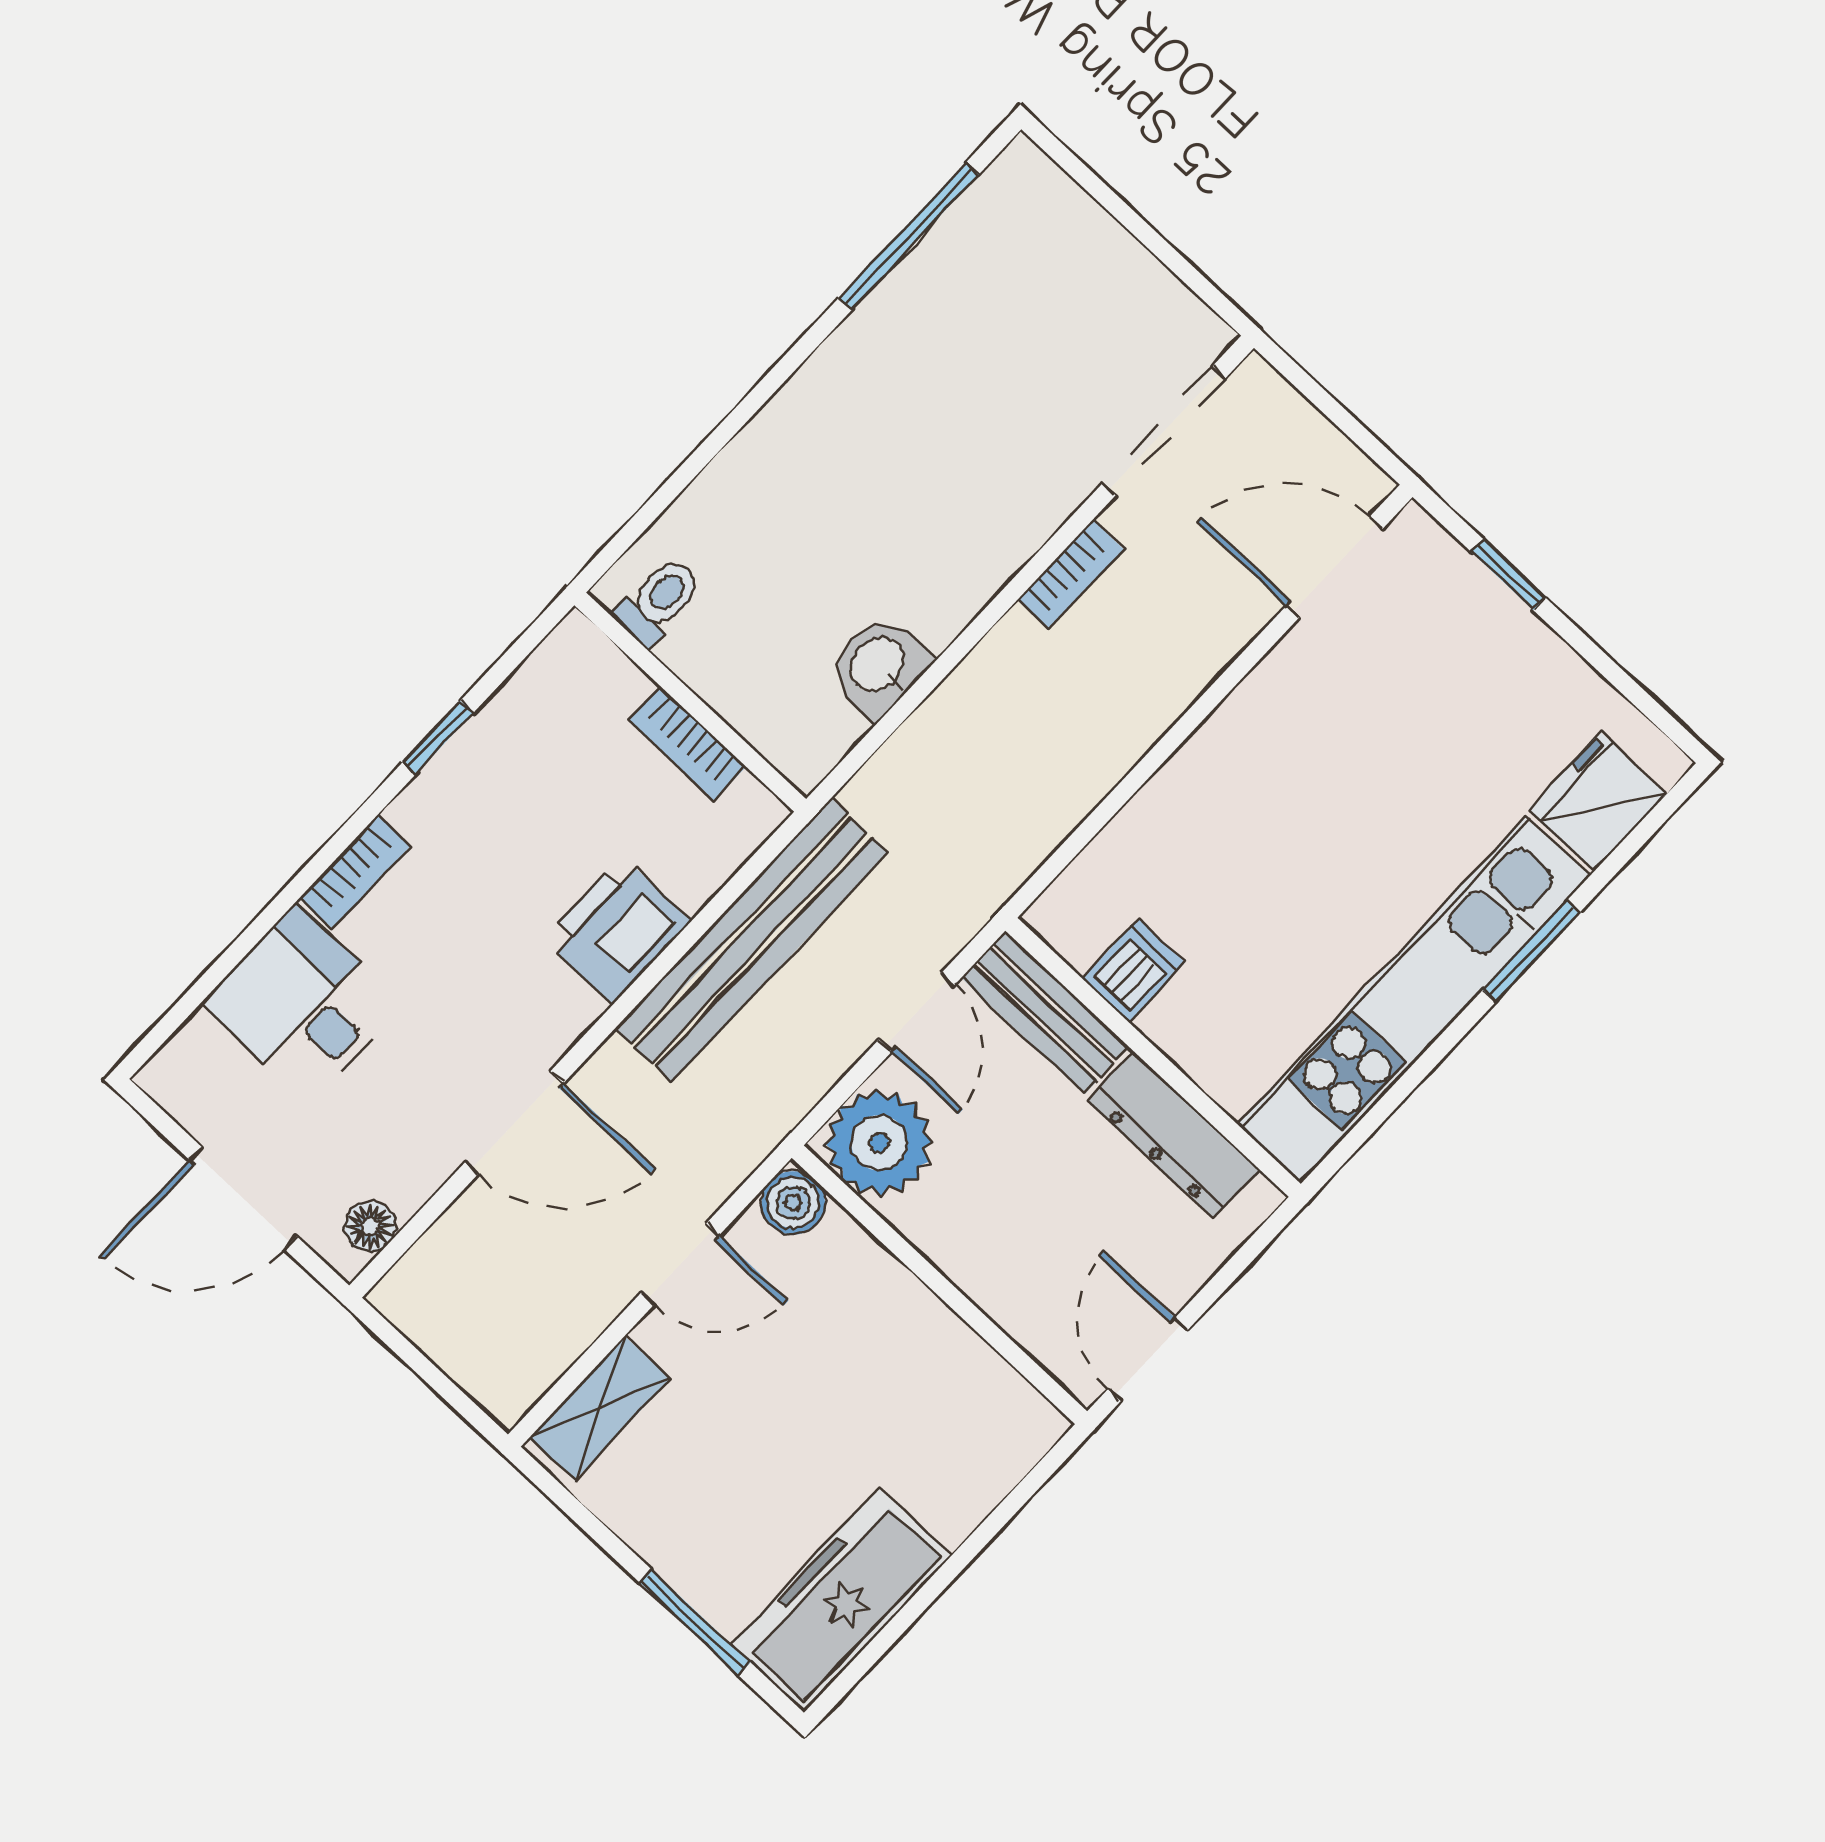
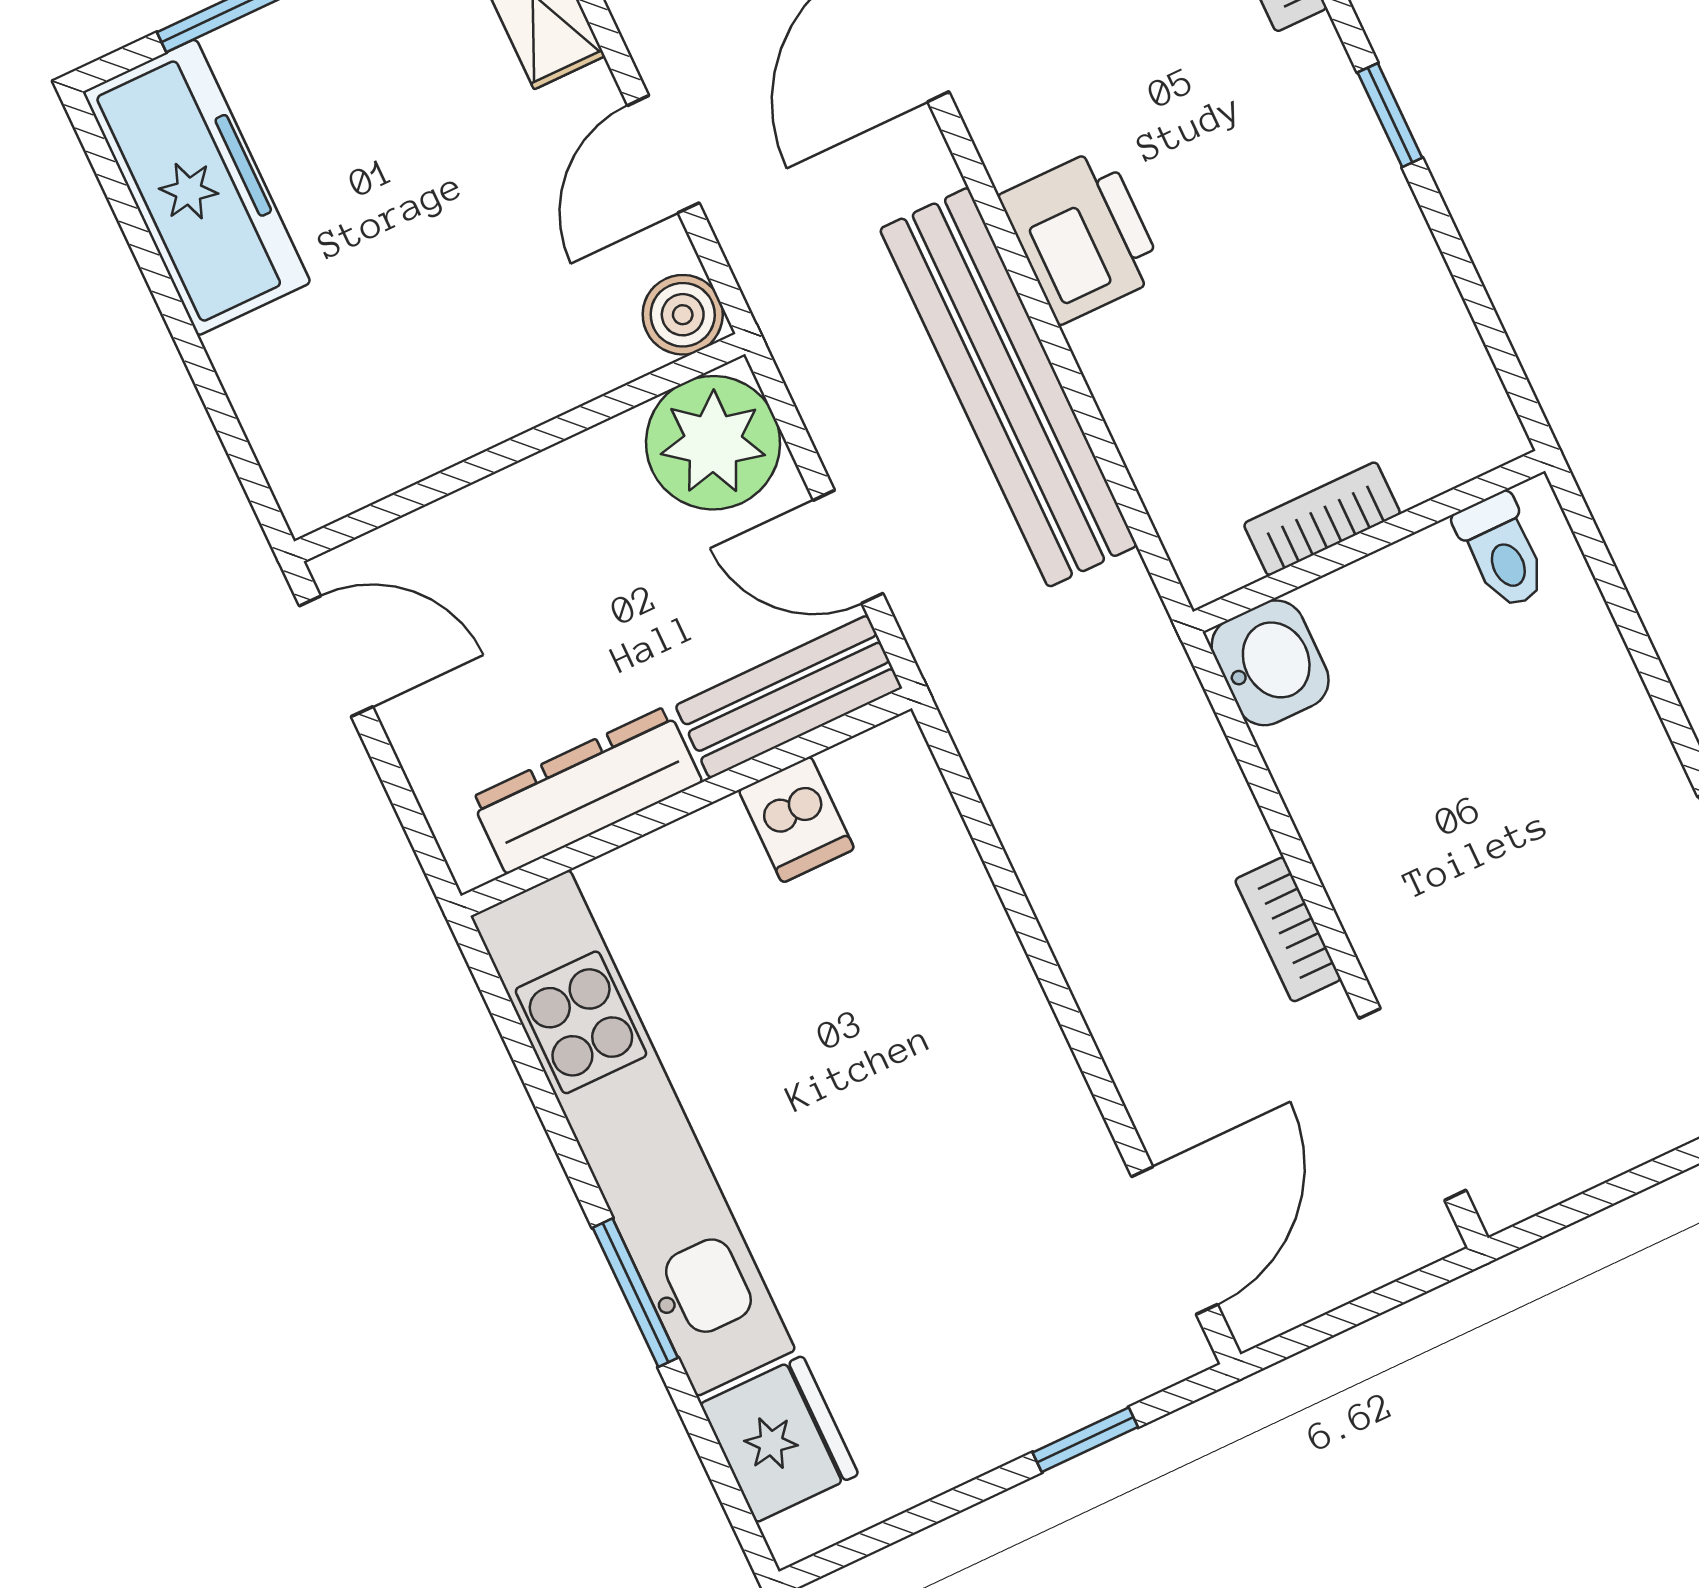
toilet: (659, 601) -> (1502, 551), moved
wall: (690, 702) -> (1369, 541), moved
bookcase: (687, 744) -> (1322, 519), moved

